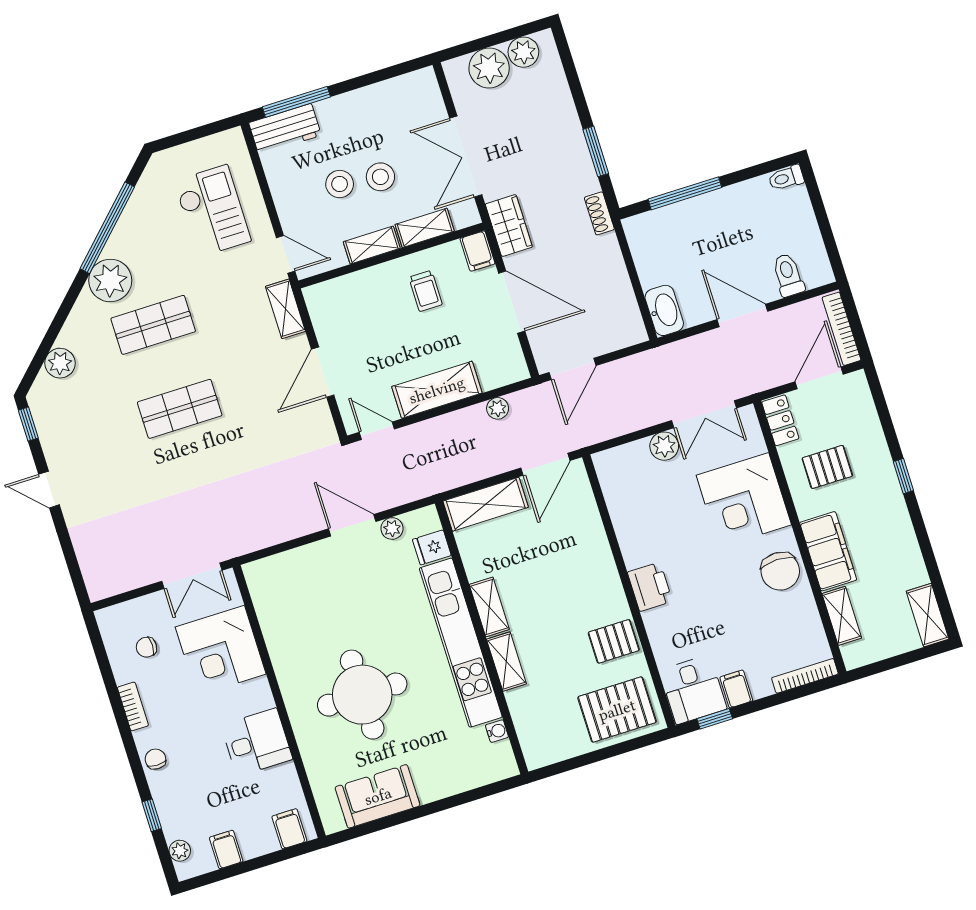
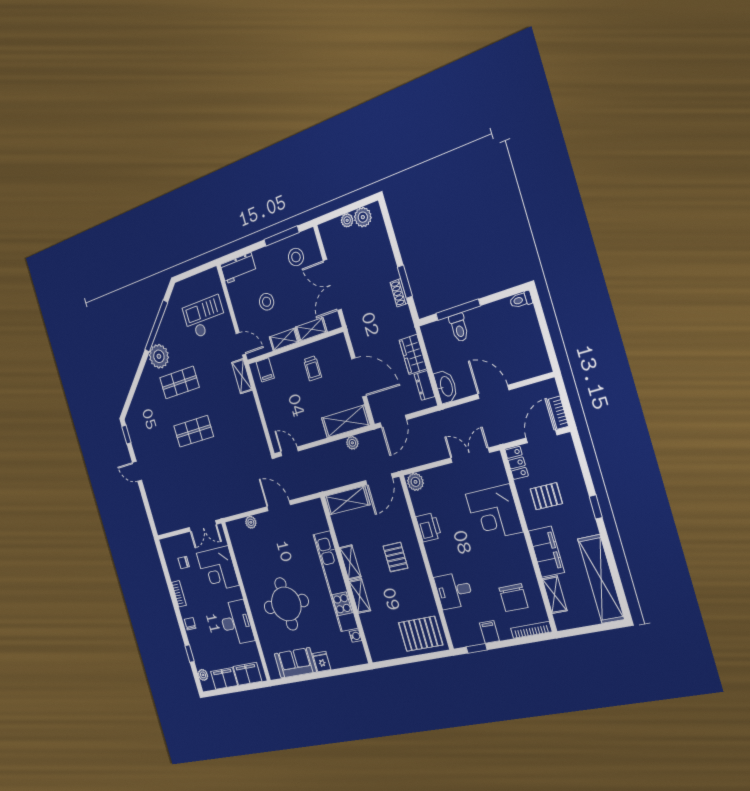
plant: (489, 68) -> (347, 220), width x0.53, depth x0.53
window: (296, 102) -> (281, 236), moved
stool: (380, 177) -> (296, 257), moved
checkout: (212, 211) -> (205, 317), turned -90
shoe rack: (599, 213) -> (399, 293), moved
wardrobe: (509, 226) -> (413, 354), moved, turned 180
filing cabinet: (478, 251) -> (265, 370), moved
toilet: (788, 275) -> (459, 328), moved, turned 180
dresser: (628, 310) -> (424, 385), added
bookcase: (841, 329) -> (559, 413), width x0.64
plant: (60, 363) -> (139, 402), removed
door: (323, 372) -> (261, 415), removed
shelving: (437, 390) -> (346, 421), moved
double door: (704, 414) -> (470, 455), swing flipped
plant: (664, 446) -> (415, 482), moved
plant: (392, 528) -> (251, 522), moved
fridge: (432, 547) -> (322, 662), moved, turned 90
chair: (780, 571) -> (513, 598), moved
printer: (650, 587) -> (429, 527), moved
shelving: (928, 615) -> (601, 579), width x2.20, depth x1.33
pallet: (614, 641) -> (395, 557), moved, turned 90
desk: (693, 690) -> (454, 591), moved, turned 90
desk: (257, 742) -> (236, 622), width x1.37
filing cabinet: (289, 829) -> (247, 674), width x2.00
filing cabinet: (226, 849) -> (224, 678), width x2.00

